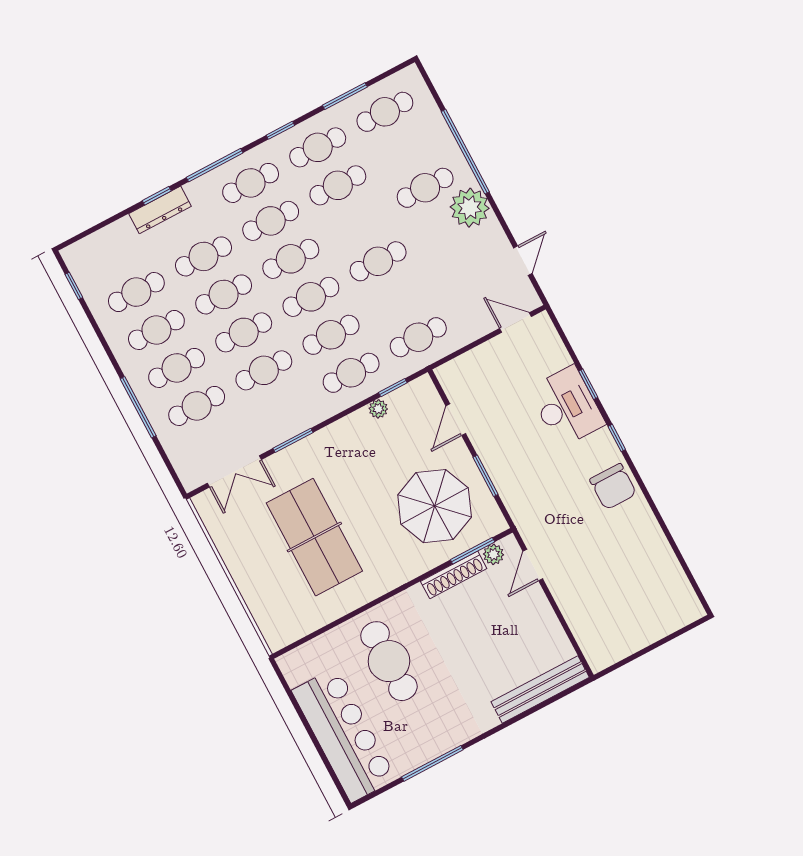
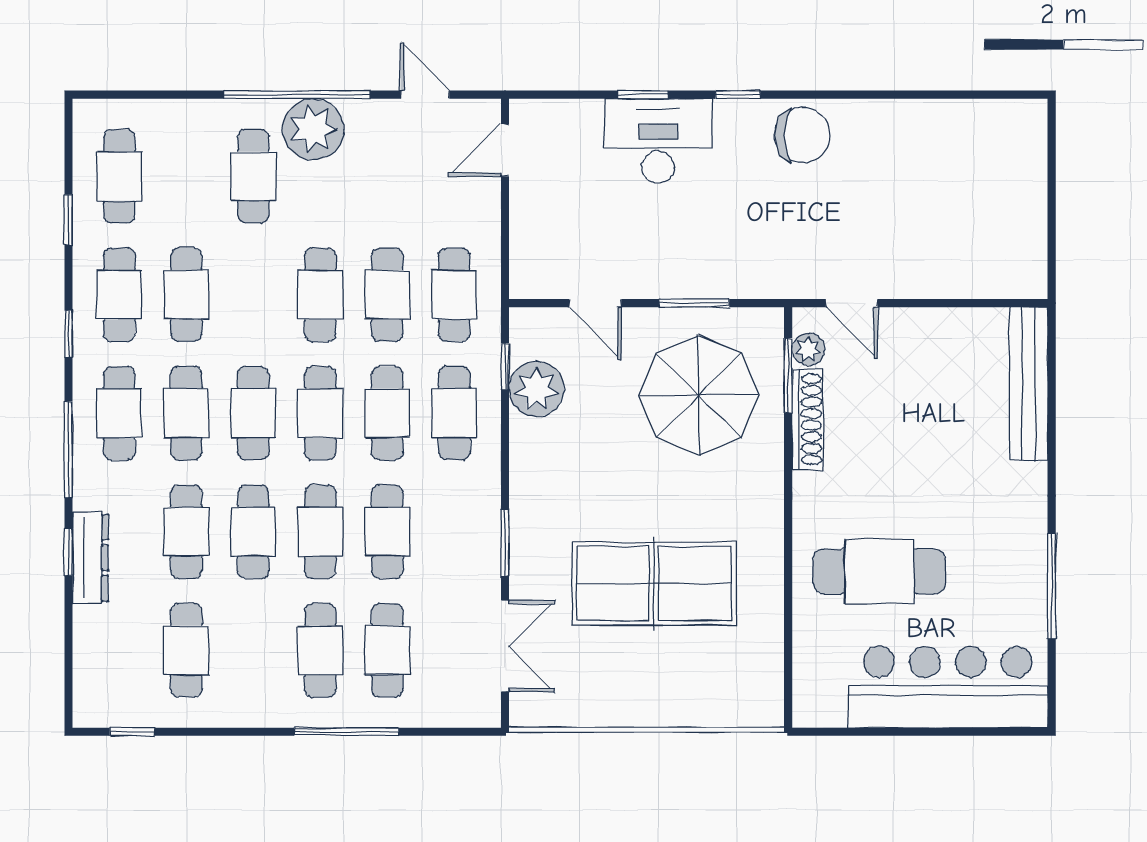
window: (345, 96) -> (68, 220), width x0.67
window: (465, 152) -> (297, 95), moved
cafe table: (156, 330) -> (387, 295), moved
plant: (378, 409) -> (537, 389), width x1.88, depth x1.88

